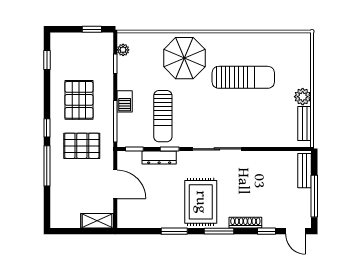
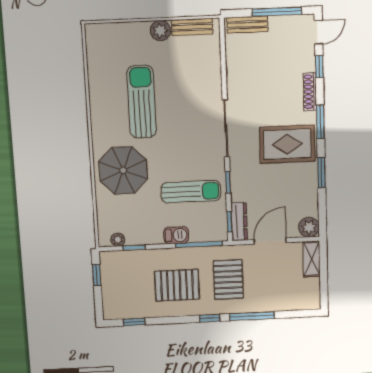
dresser: (159, 157) -> (239, 222), moved
plant: (126, 219) -> (309, 227), added

